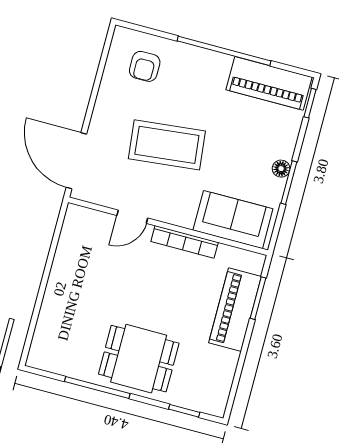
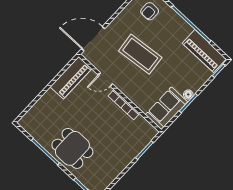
door: (76, 161) -> (93, 39), hinge flipped
sofa: (233, 220) -> (166, 108), moved, turned -90
piano: (235, 310) -> (71, 78), moved, turned 180

